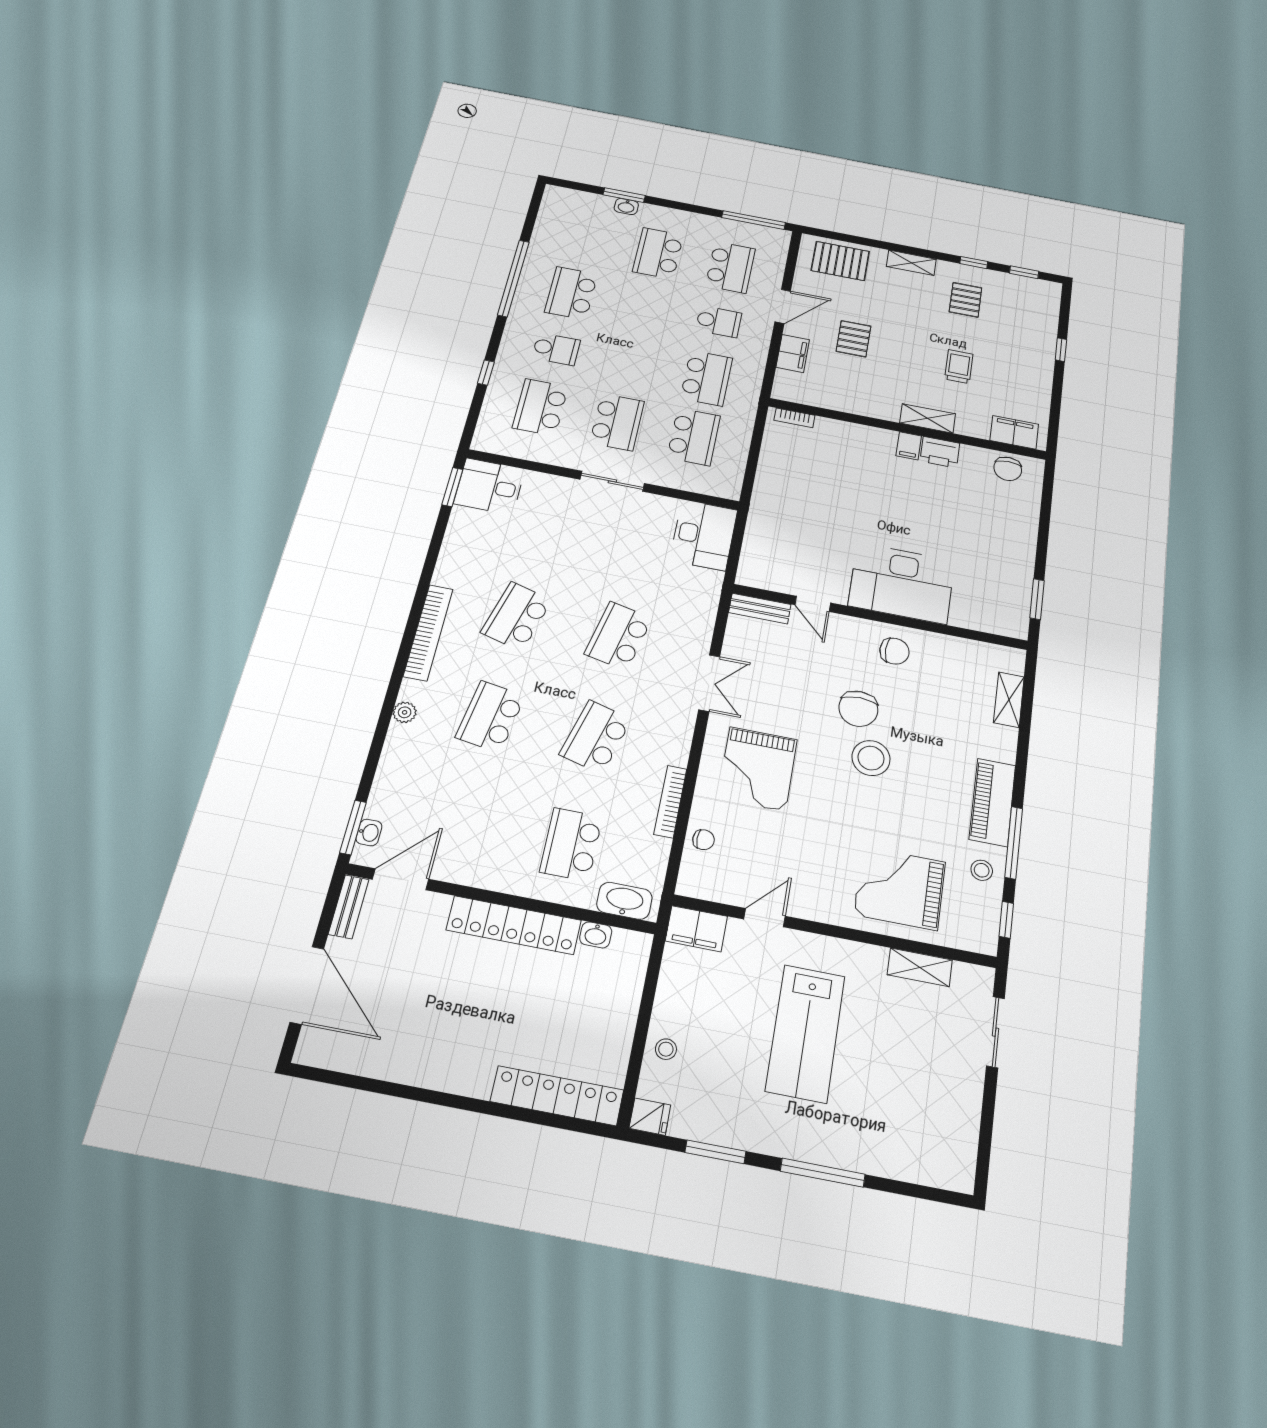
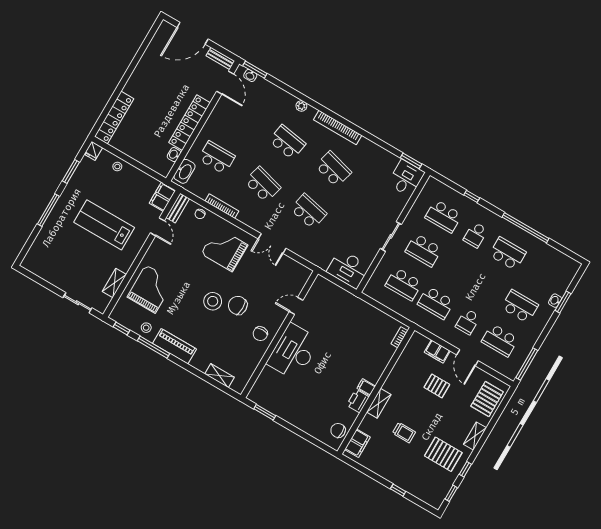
pallet: (965, 300) -> (443, 454), width x1.50, depth x1.42
school desk: (540, 407) -> (443, 216), turned 180
bench: (760, 609) -> (178, 208), moved

